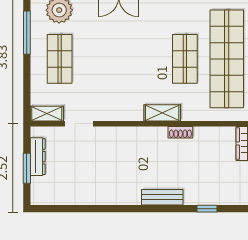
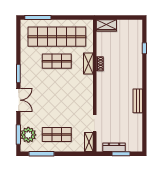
shelving: (162, 113) -> (88, 63), moved
bench: (162, 197) -> (138, 101), moved

